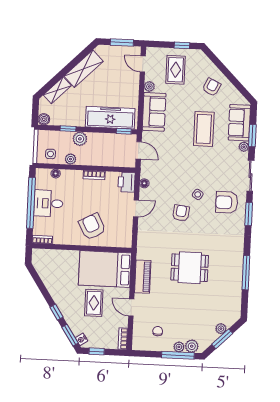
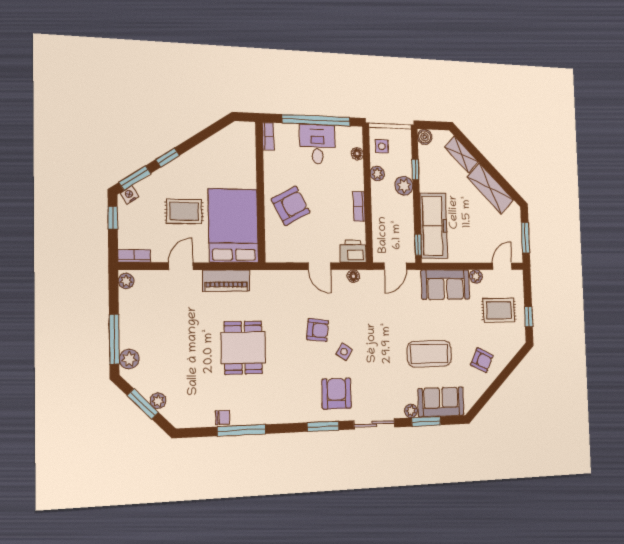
chair: (158, 331) -> (223, 418), moved
plant: (179, 347) -> (126, 281), moved

